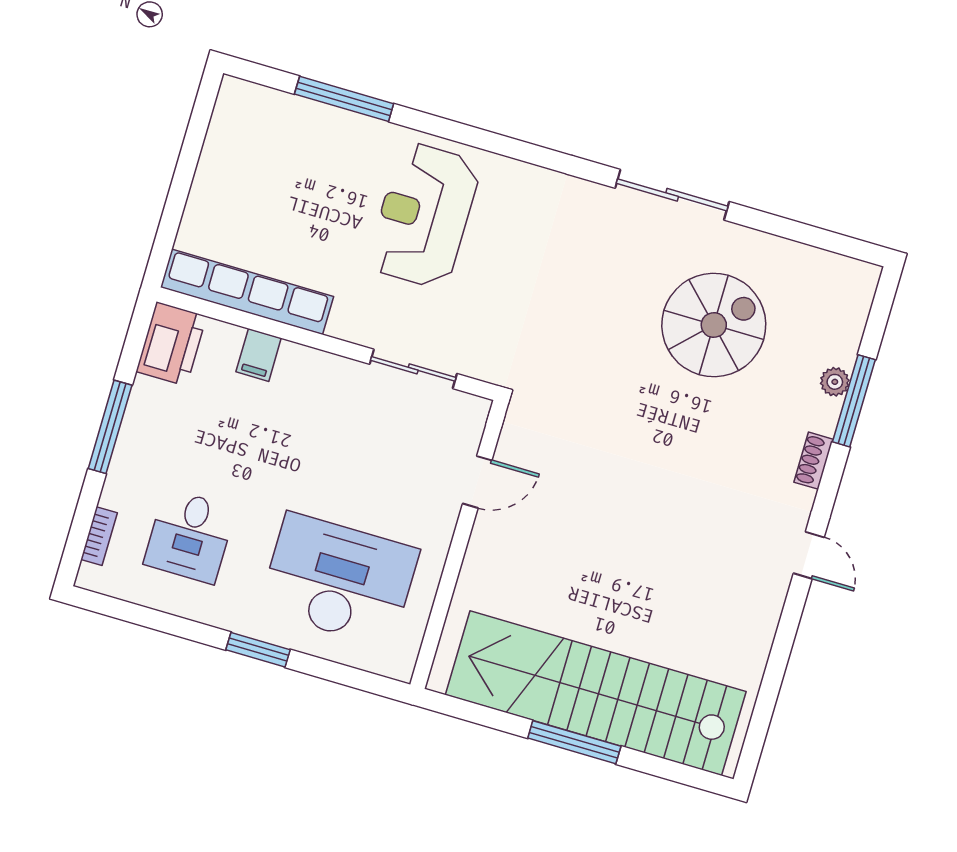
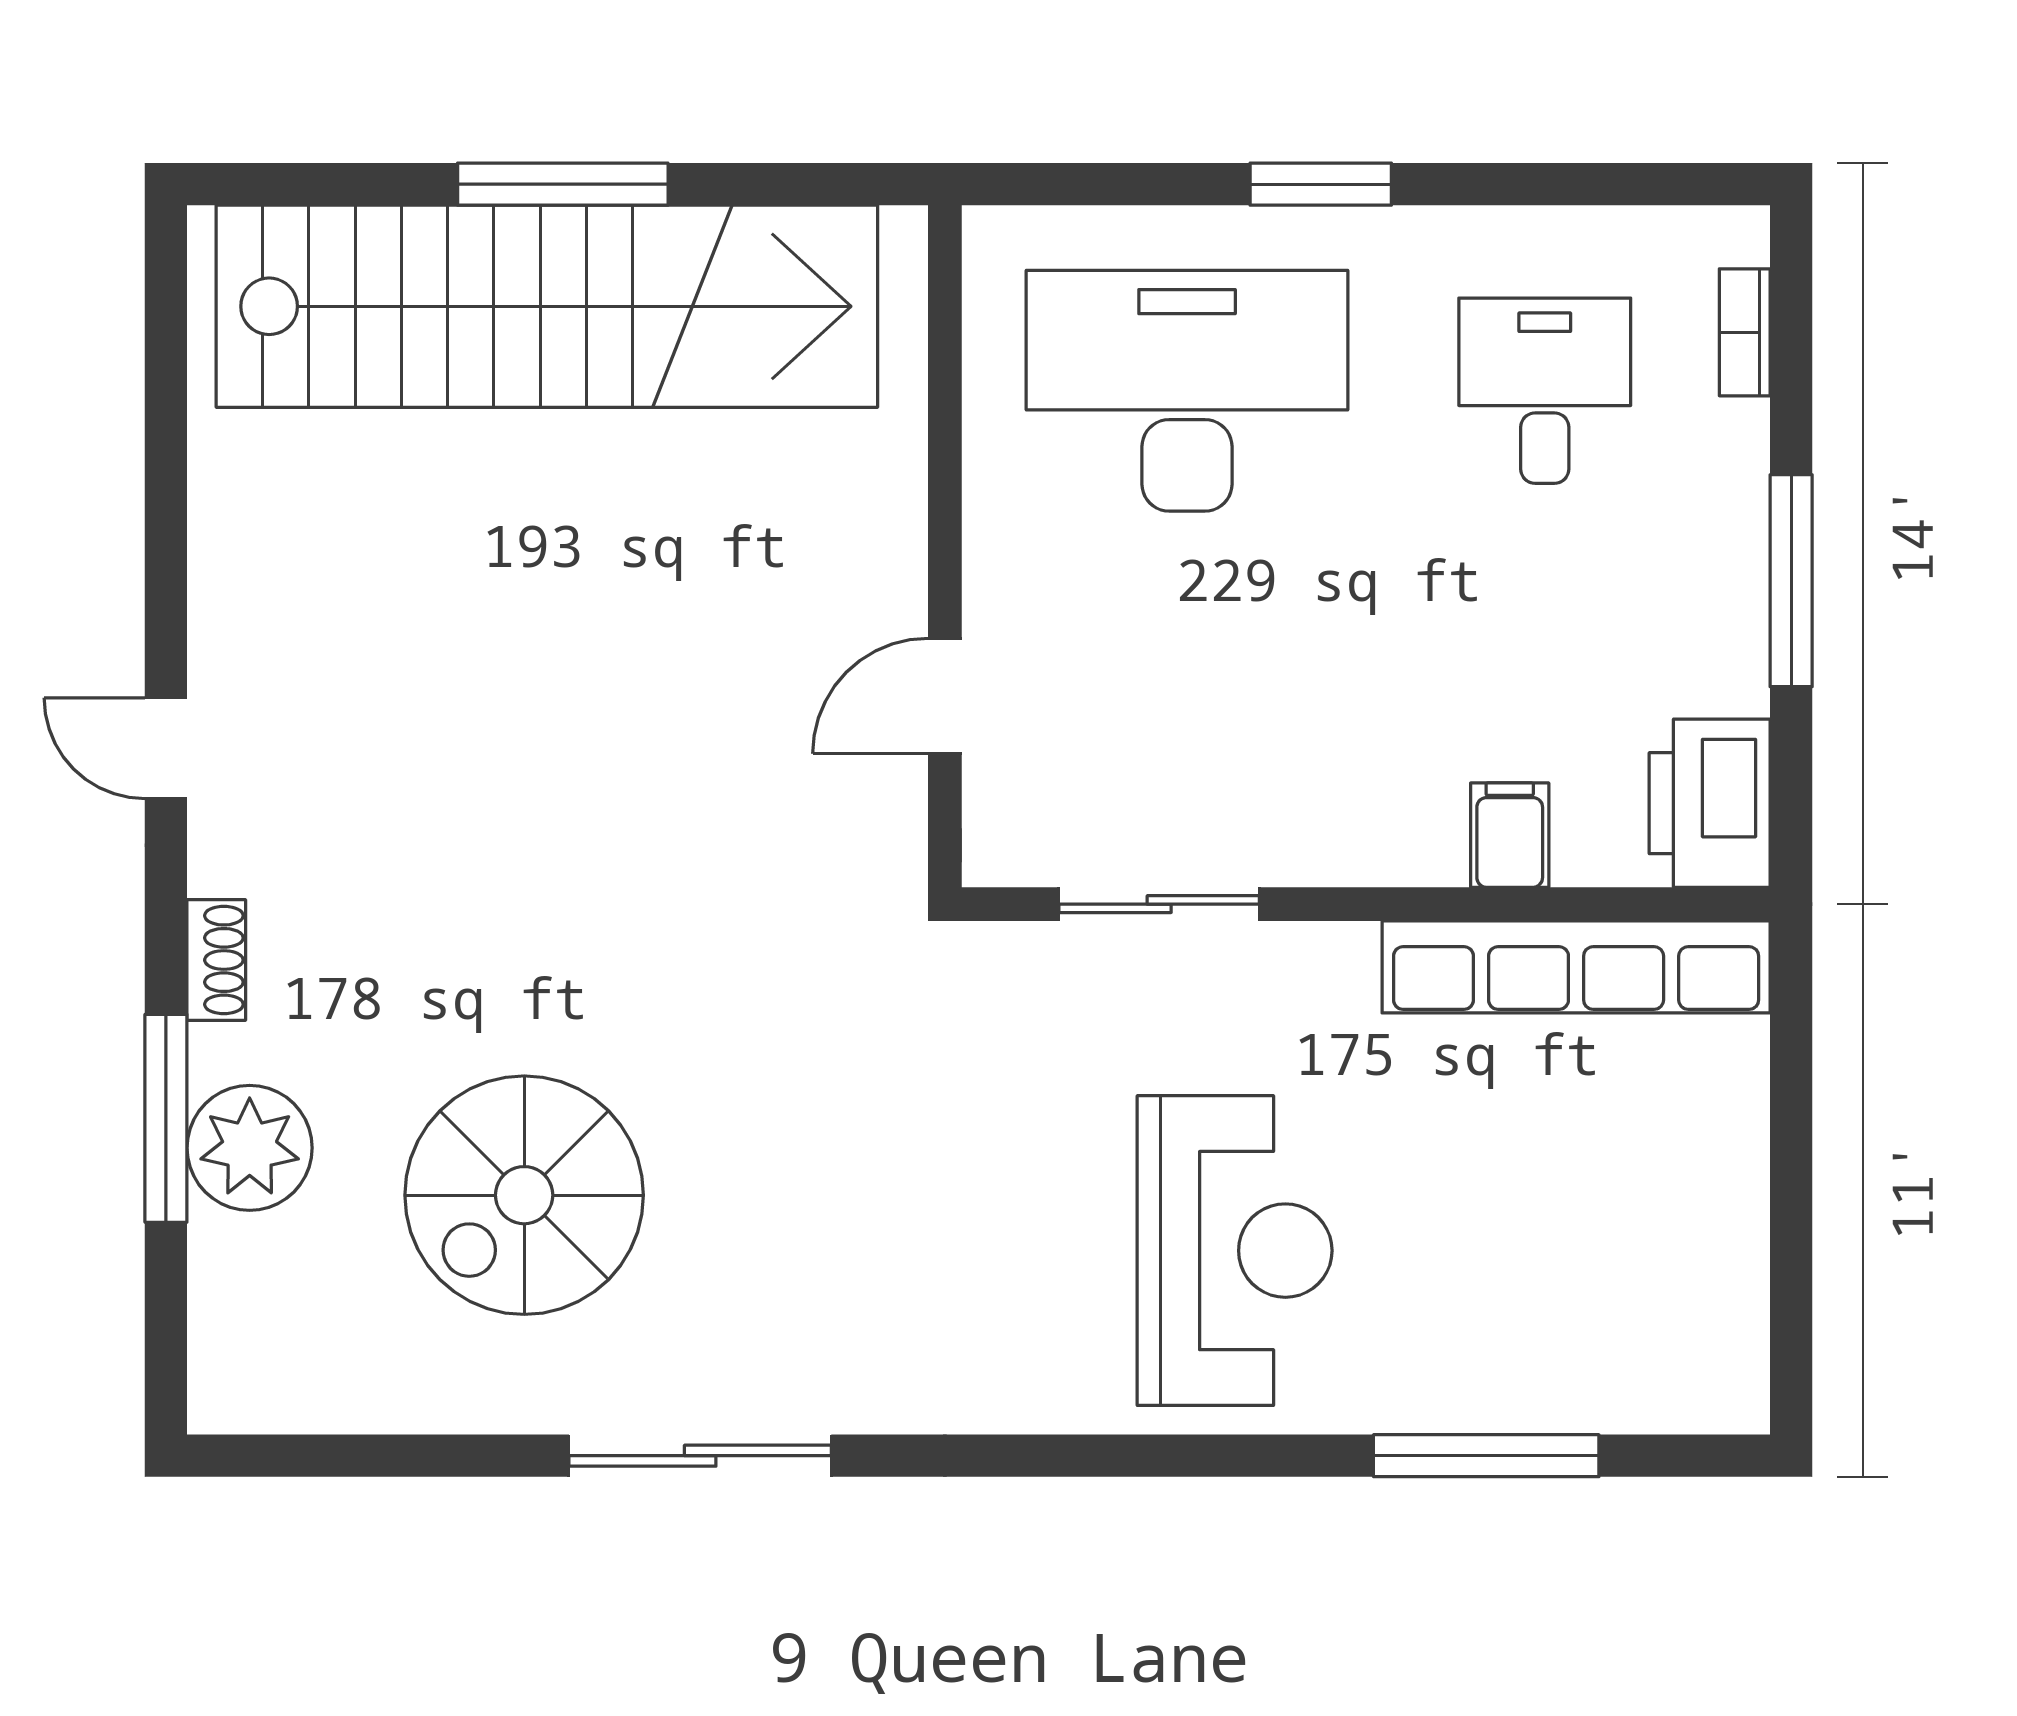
plant: (835, 382) -> (250, 1148), width x1.88, depth x1.88
desk: (339, 580) -> (1187, 391), turned 180

